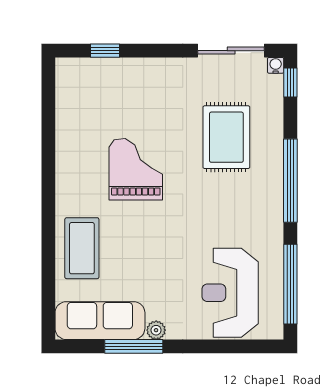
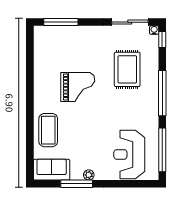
window: (105, 51) -> (61, 22), width x2.17
grand piano: (136, 169) -> (78, 87), turned 90
sofa: (100, 321) -> (52, 170), width x0.73

